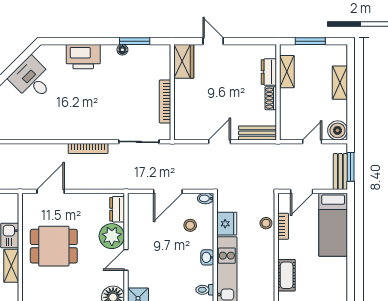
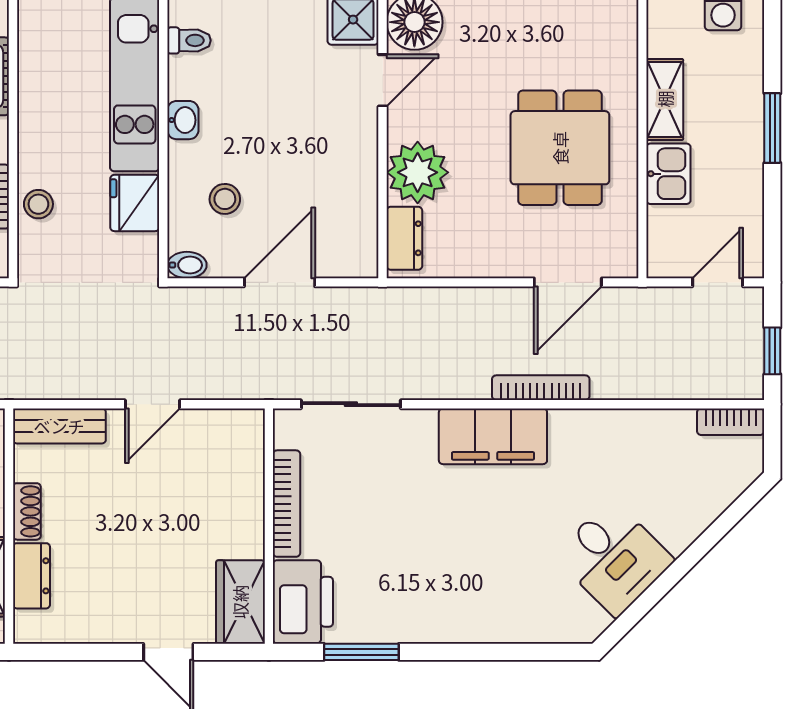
floor lamp: (122, 50) -> (391, 631), removed
printer: (83, 57) -> (303, 602), moved, turned 90
filing cabinet: (81, 129) -> (493, 436), added
bookcase: (88, 149) -> (541, 388), moved
dining table: (54, 246) -> (560, 148), turned 90
door: (126, 260) -> (383, 80), moved

